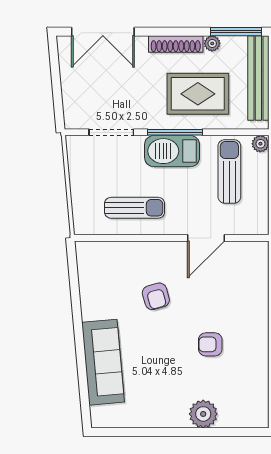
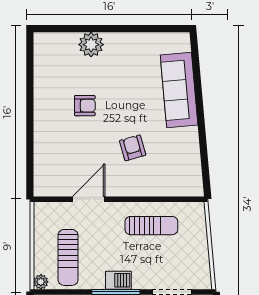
barbecue: (172, 151) -> (118, 280), width x0.53, depth x0.65
sun lounger: (135, 208) -> (151, 226), turned 180

